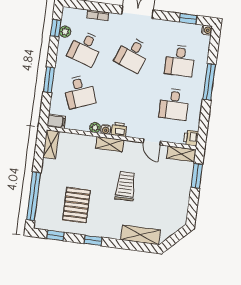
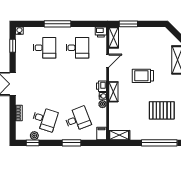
desk: (133, 54) -> (45, 83), removed

